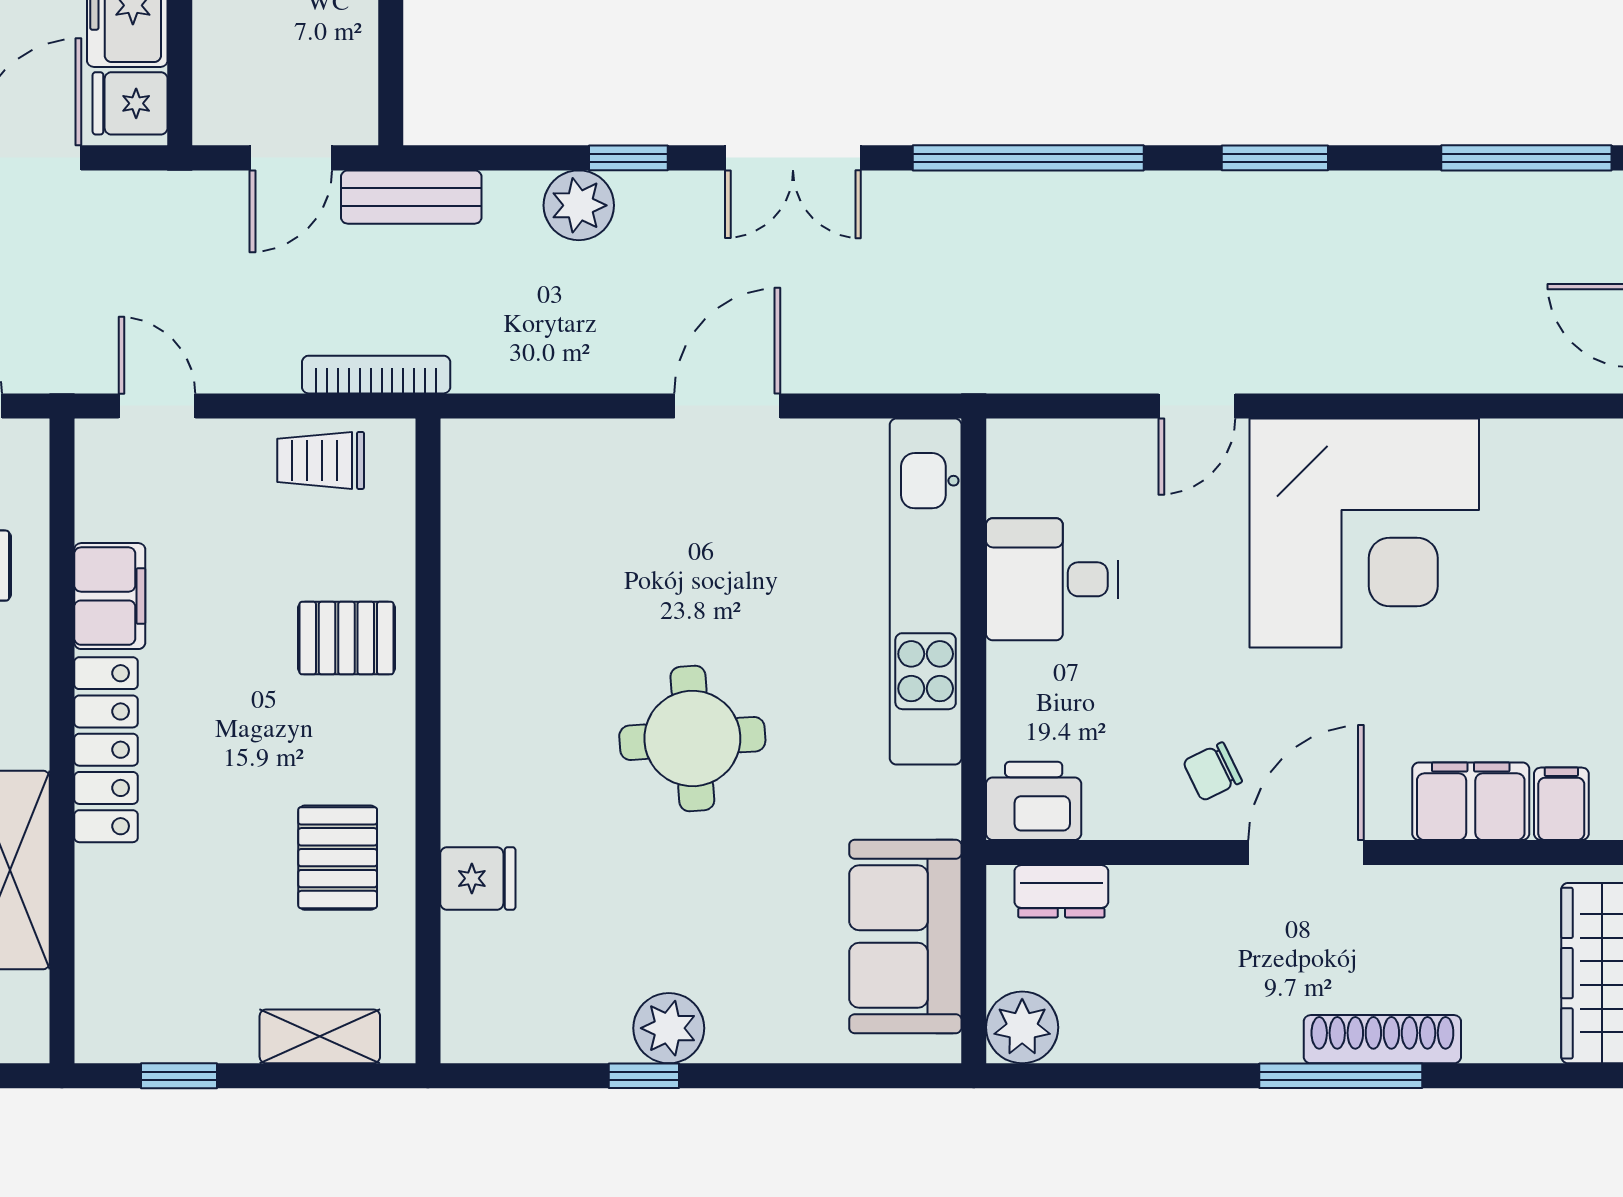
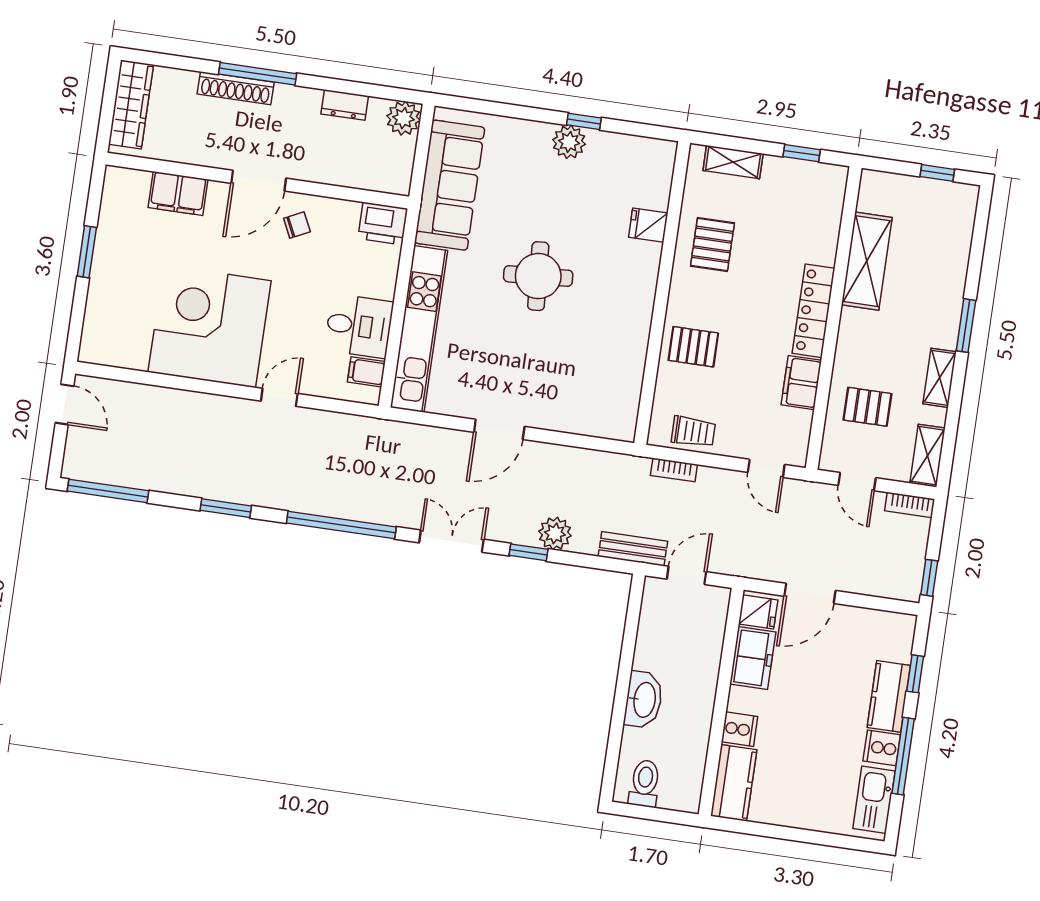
bookcase: (376, 375) -> (674, 470), width x0.64
filing cabinet: (1561, 804) -> (366, 372), moved, turned 90
dresser: (1061, 891) -> (345, 105), moved, turned 180
sofa: (905, 936) -> (450, 185), width x1.36

